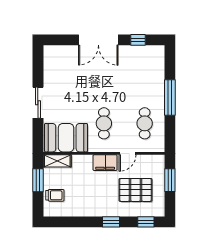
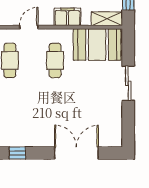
double door: (98, 40) -> (76, 153), moved
filing cabinet: (105, 163) -> (67, 17), moved

